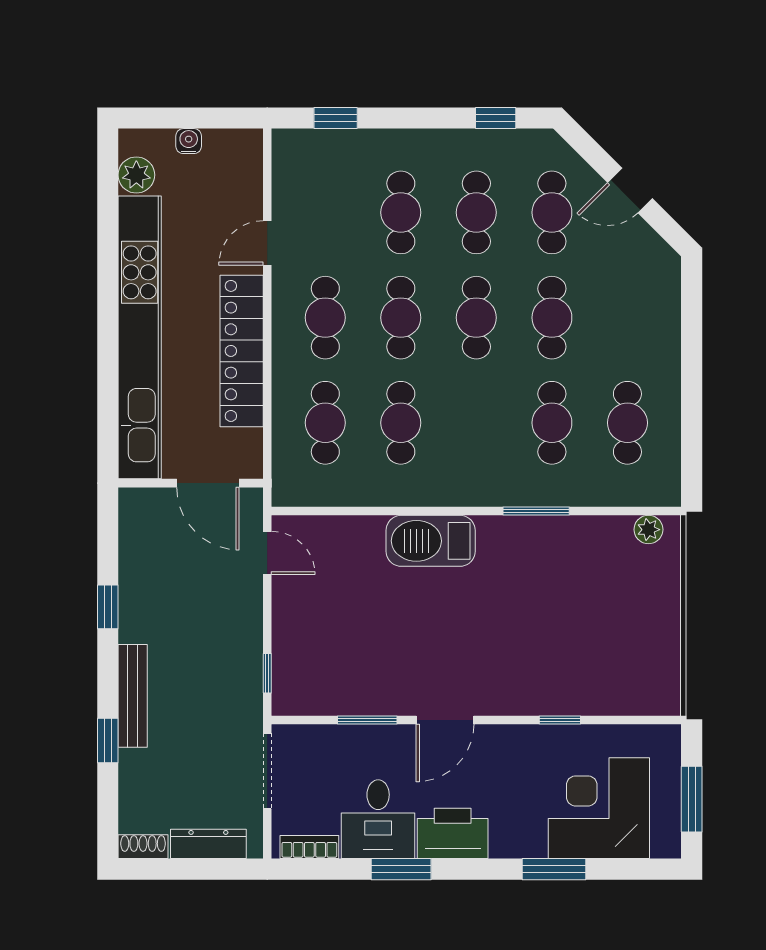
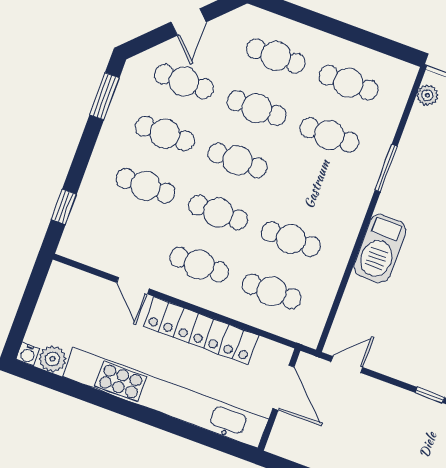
window: (496, 118) -> (104, 96), width x1.50
water cooler: (189, 141) -> (28, 354), moved, turned -90
cafe table: (627, 318) -> (276, 56), added
door: (208, 483) -> (283, 388), hinge flipped

